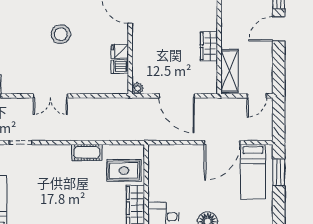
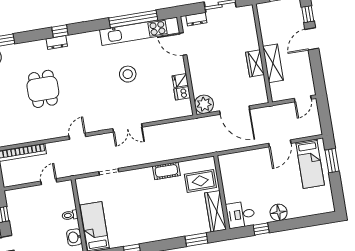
shelving: (230, 71) -> (273, 63), moved
plant: (138, 88) -> (204, 104), width x1.88, depth x1.88
door: (222, 143) -> (280, 143), width x0.73

